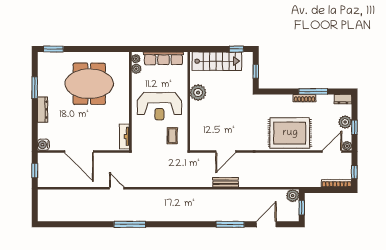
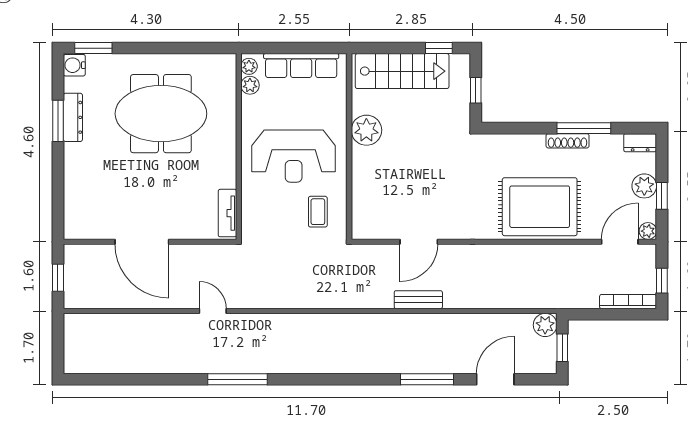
dresser: (43, 110) -> (73, 117), moved
water cooler: (43, 145) -> (74, 65), moved

